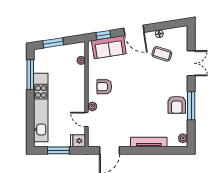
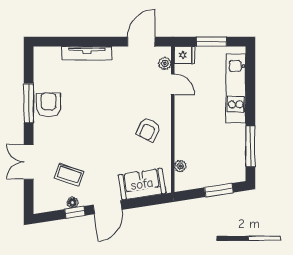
door: (134, 30) -> (107, 207), swing flipped
window: (103, 35) -> (75, 212), moved
armchair: (104, 87) -> (148, 130), turned 116
plant: (92, 106) -> (165, 63), moved
kitchen unit: (41, 107) -> (236, 88), width x0.73
plant: (183, 138) -> (40, 59), removed

